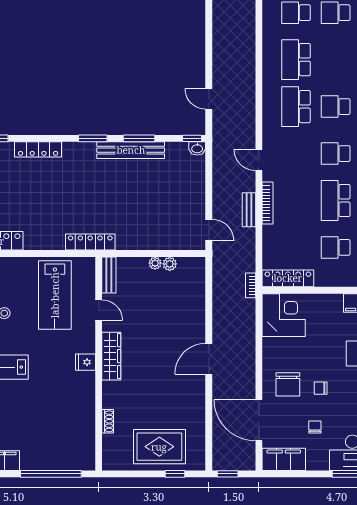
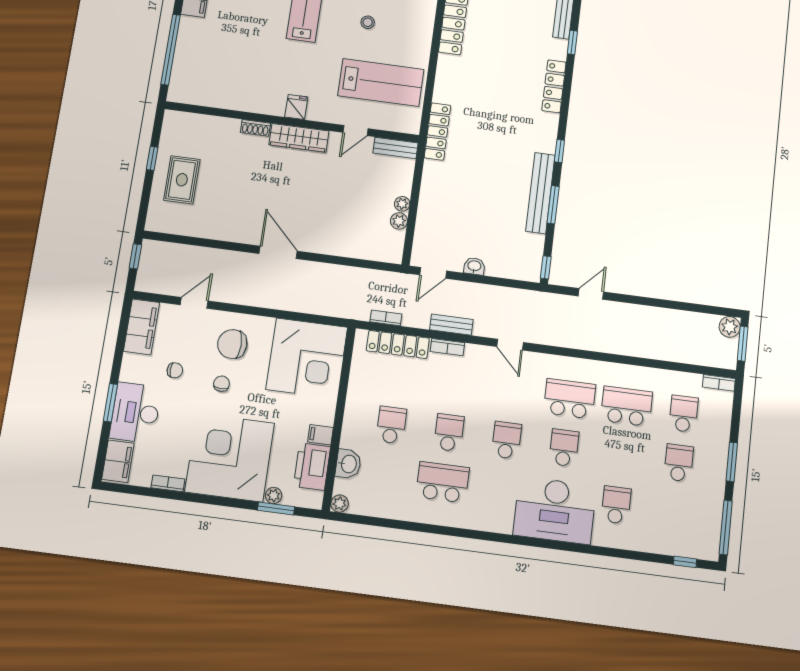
window: (93, 138) -> (559, 151), width x0.67
washbasin: (197, 148) -> (474, 266), moved, turned 90
door: (259, 160) -> (510, 345), swing flipped
school desk: (336, 200) -> (449, 433), width x0.54
bookcase: (268, 203) -> (447, 347), width x0.64
locker: (288, 278) -> (398, 344), moved, turned 90
bookcase: (251, 285) -> (386, 318), moved
lab bench: (55, 295) -> (381, 83), turned 180
corner desk: (284, 315) -> (307, 358), width x1.36, depth x1.36
door: (259, 420) -> (194, 303), width x0.53
shoe rack: (108, 421) -> (255, 128), moved
rug: (159, 447) -> (182, 180), width x0.73, depth x0.70
window: (175, 474) -> (152, 158), moved

